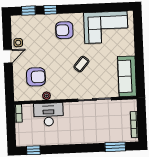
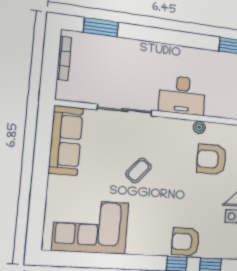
armchair: (64, 30) -> (186, 242), moved, turned 180
desk: (49, 114) -> (182, 95), moved

